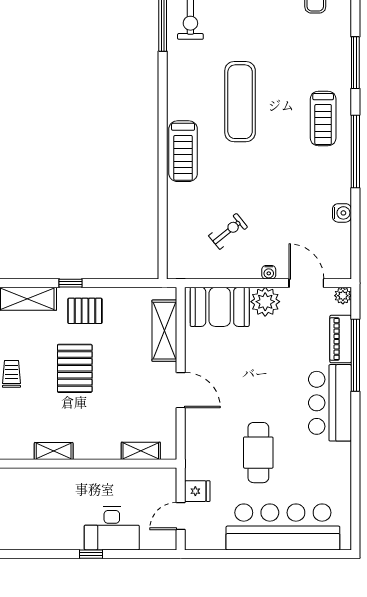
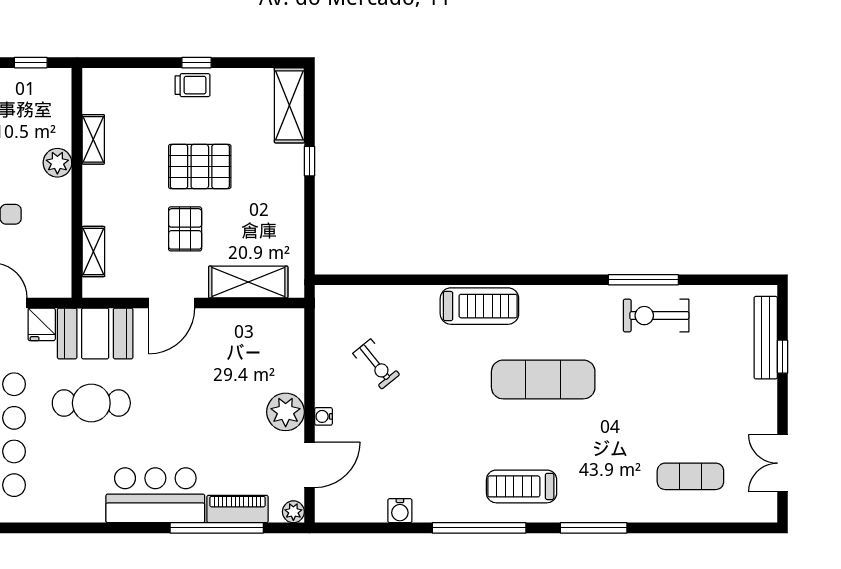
treadmill: (183, 151) -> (479, 306), turned 180
booth: (220, 307) -> (95, 334), moved, turned 90
pallet: (85, 311) -> (185, 229), moved
plant: (72, 479) -> (57, 163), added

